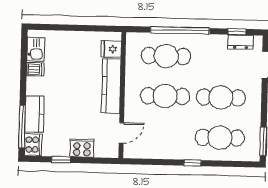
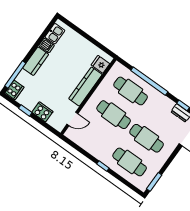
kitchen counter: (35, 114) -> (36, 61), moved

